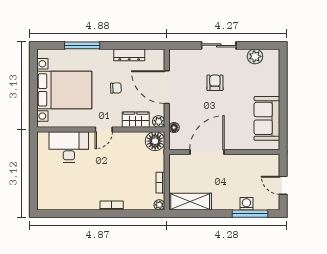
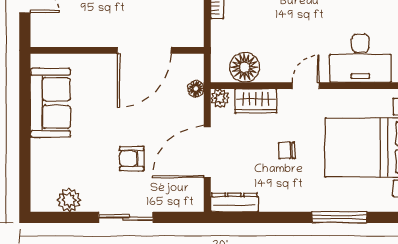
dresser: (129, 55) -> (234, 203), moved
armchair: (215, 83) -> (132, 159), turned 90
door: (167, 87) -> (207, 152), swing flipped
floor lamp: (155, 141) -> (245, 67), moved

